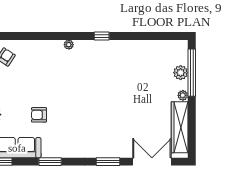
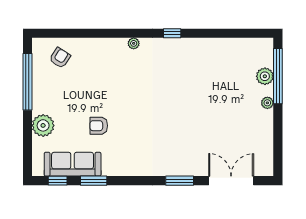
wardrobe: (180, 127) -> (264, 140), removed
window: (50, 162) -> (94, 181), moved

